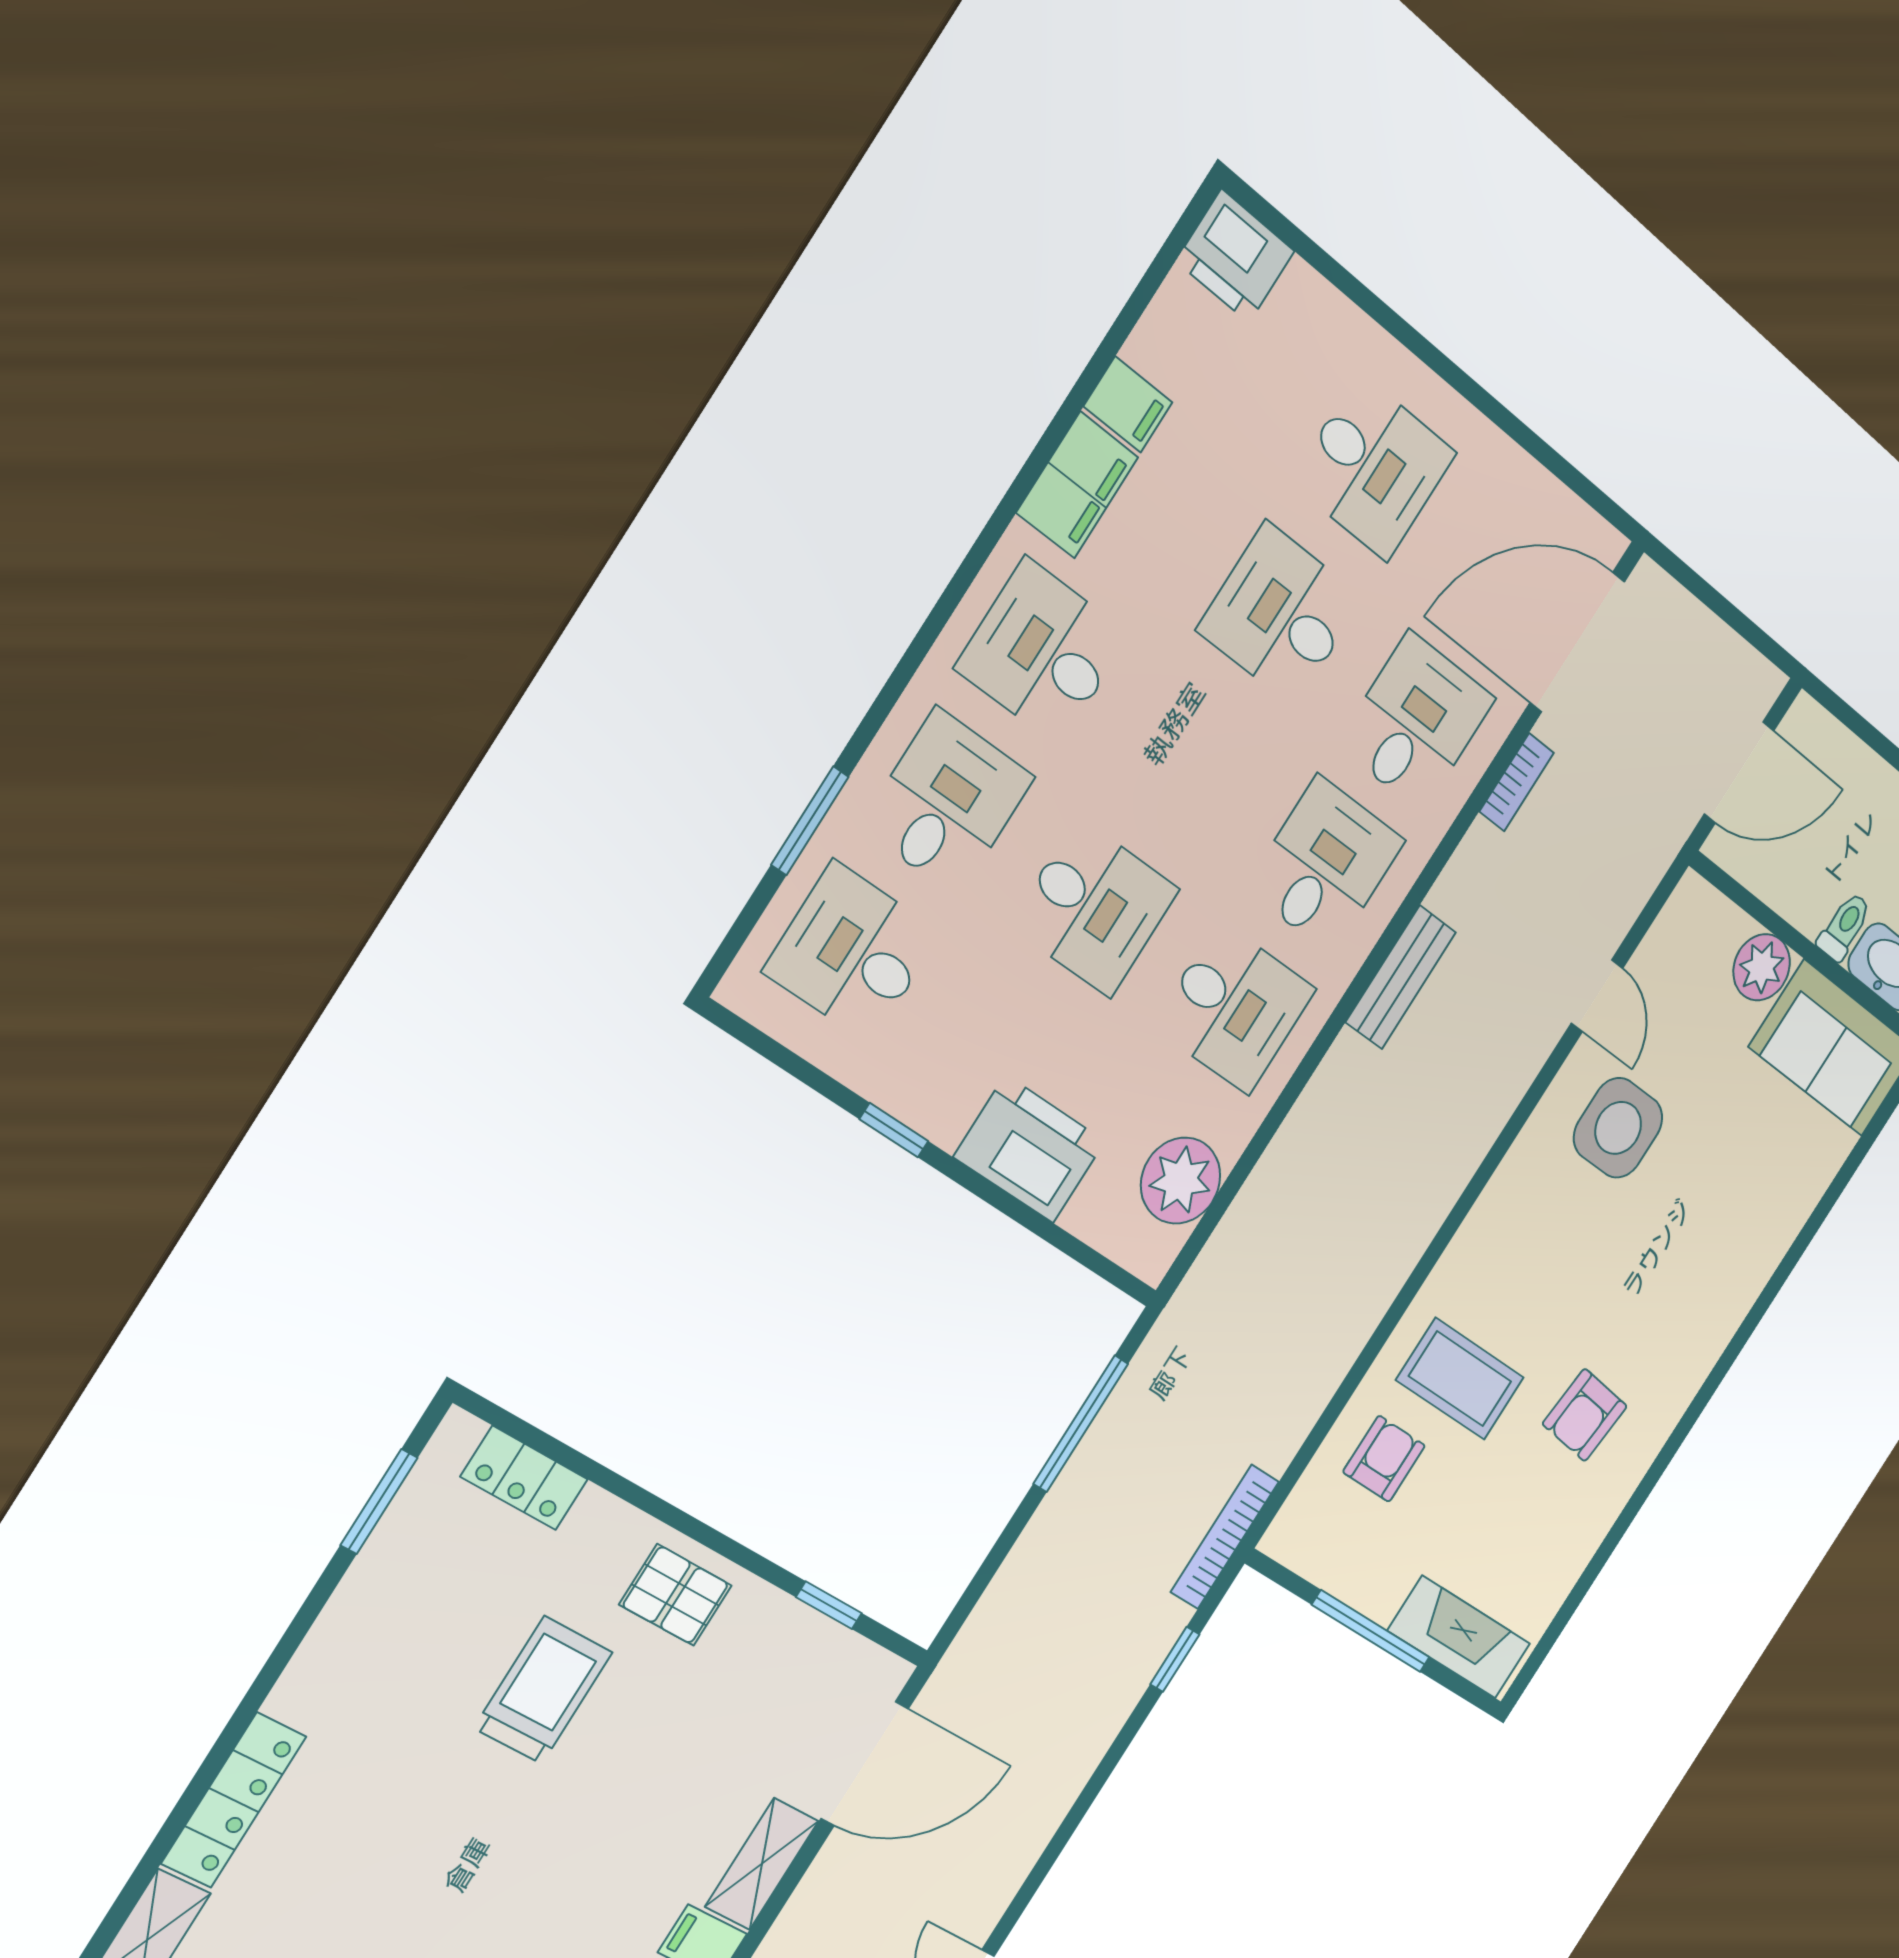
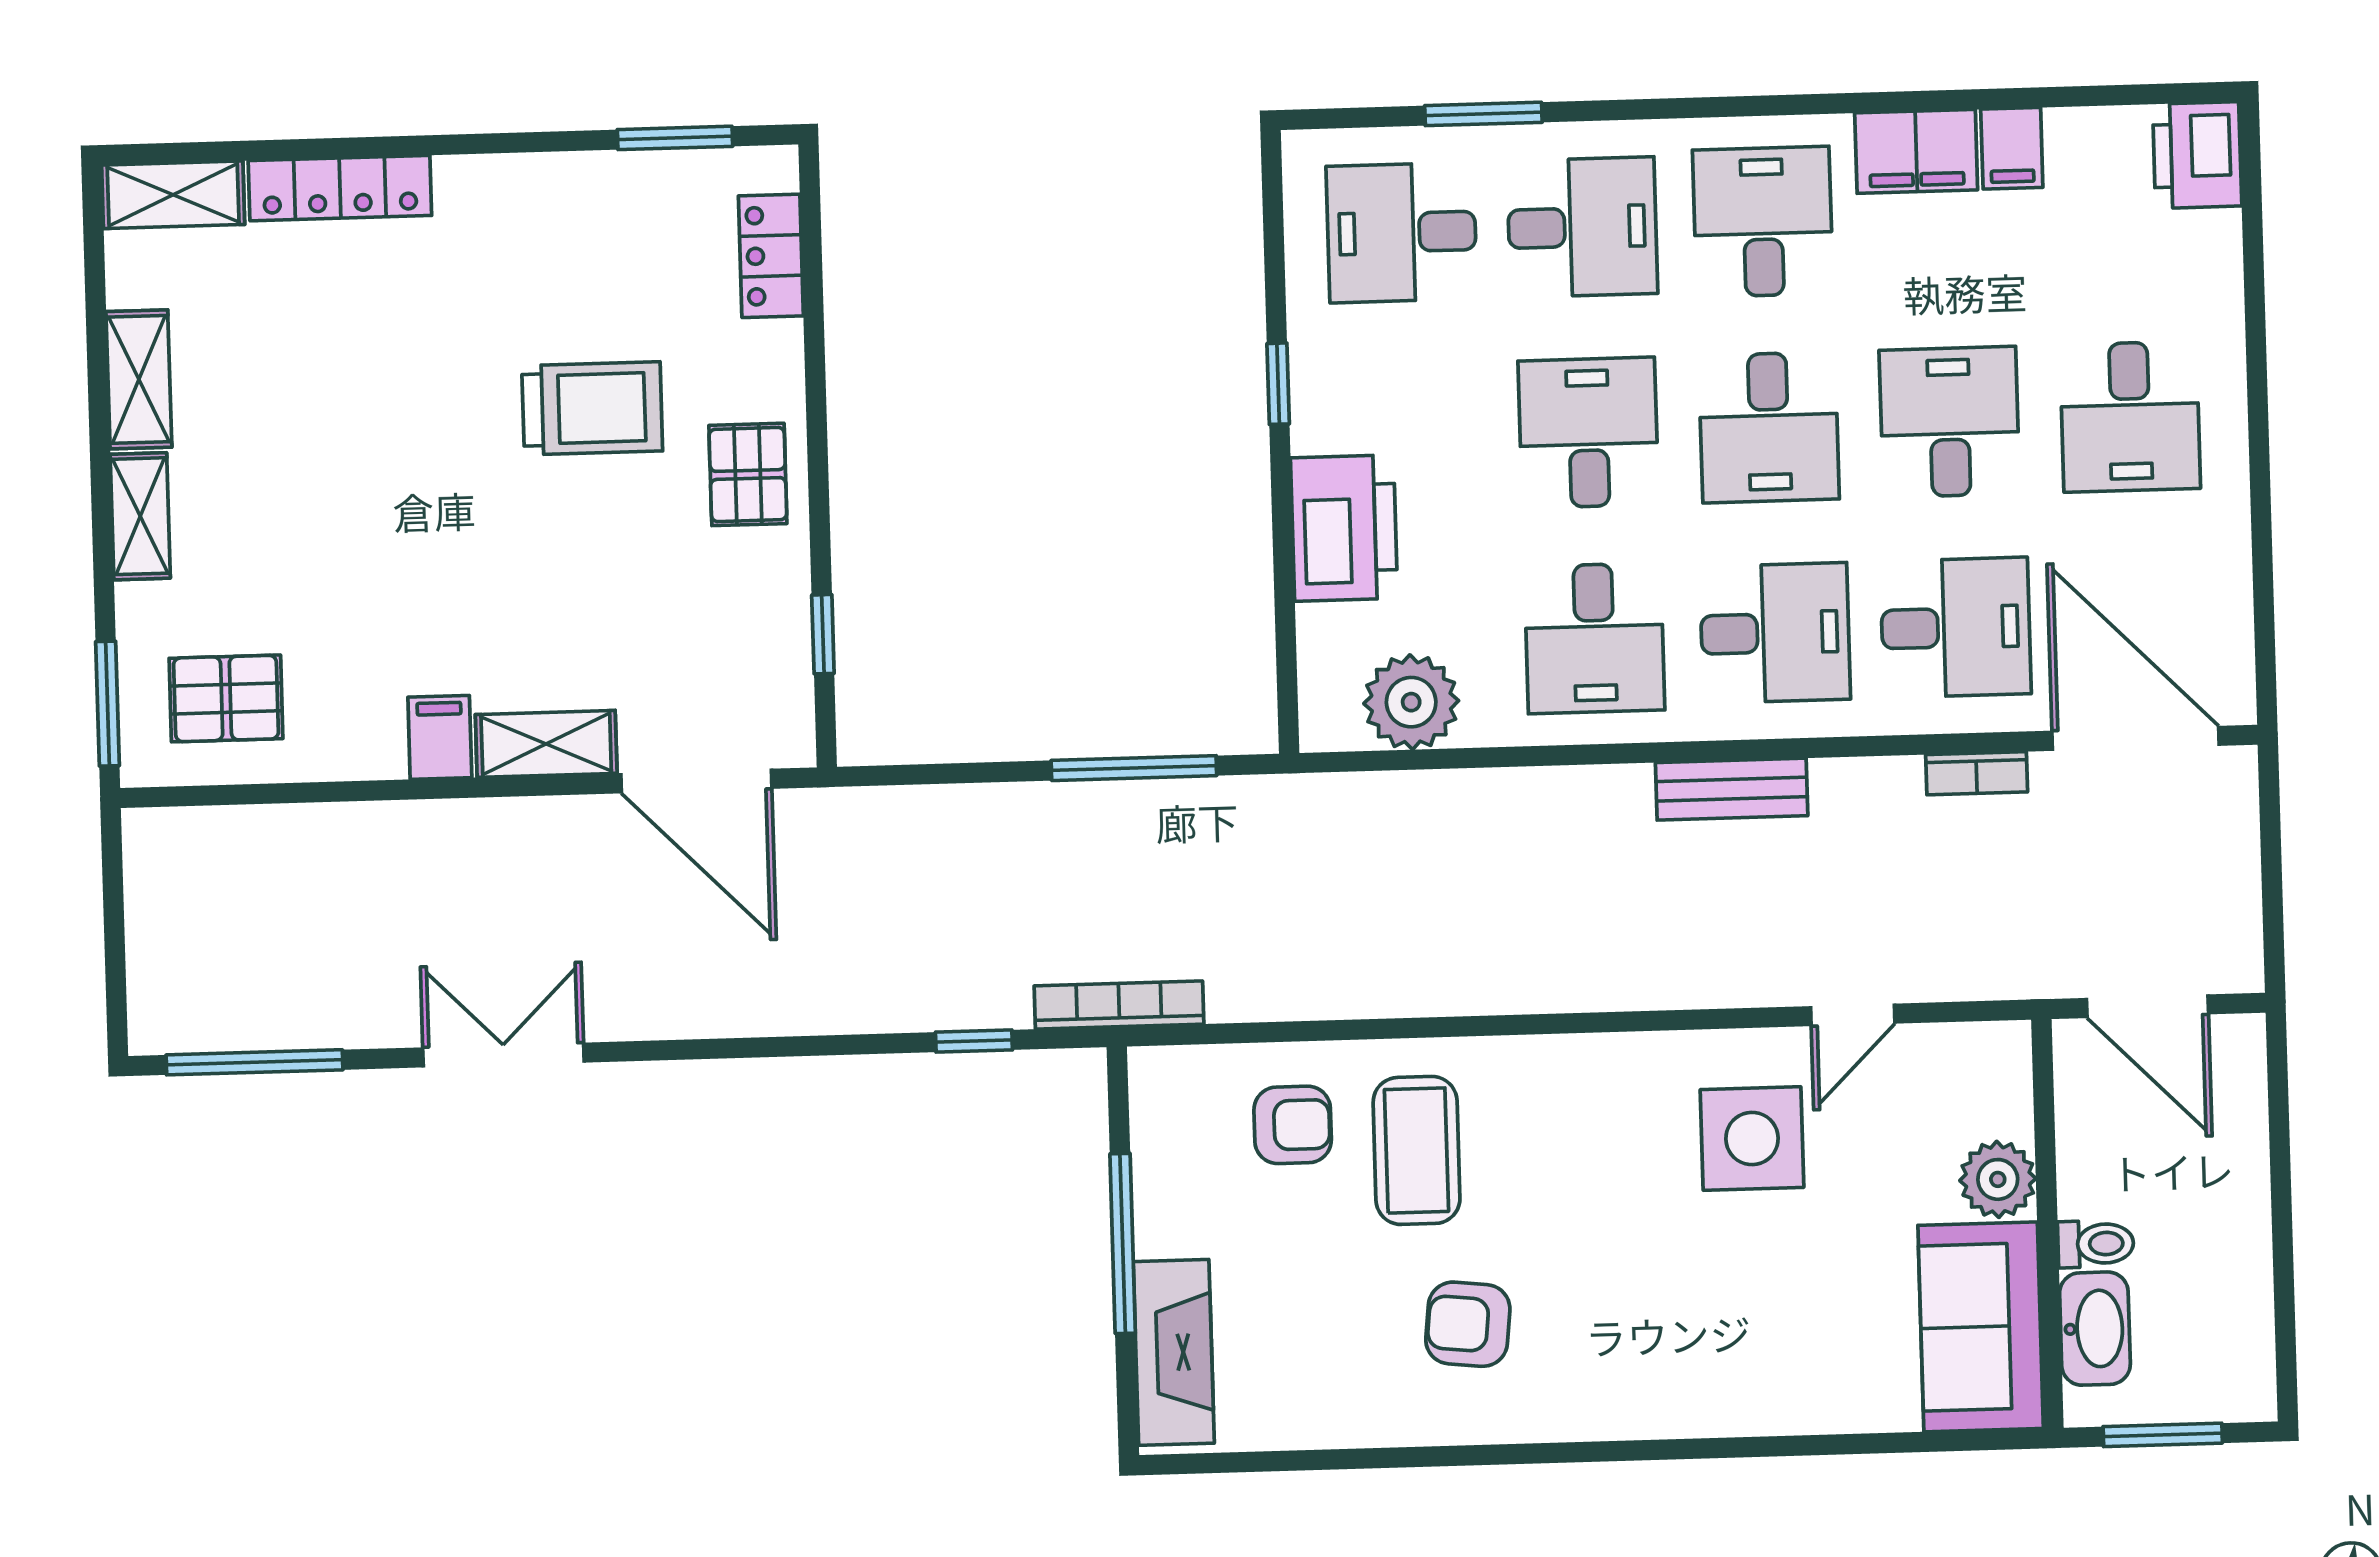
desk: (1187, 761) -> (1769, 427), added
desk: (1094, 908) -> (1588, 433), turned 180
desk: (852, 952) -> (1402, 232), turned -90

